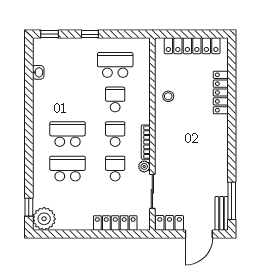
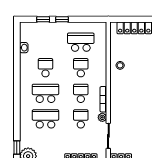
window: (50, 34) -> (43, 19), moved
school desk: (68, 99) -> (45, 68), added

